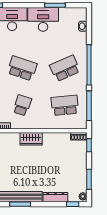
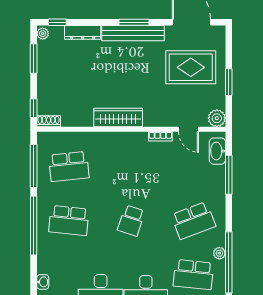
school desk: (22, 68) -> (131, 221), width x0.54
school desk: (65, 68) -> (69, 221), turned 30
school desk: (22, 105) -> (131, 166), removed
wardrobe: (31, 139) -> (118, 118), width x1.50

